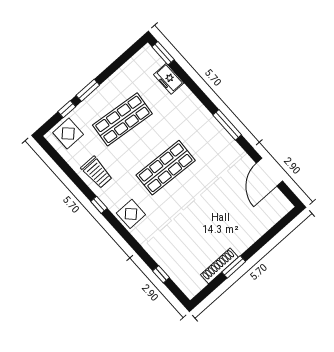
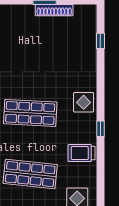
trolley: (97, 172) -> (82, 153), turned -90

